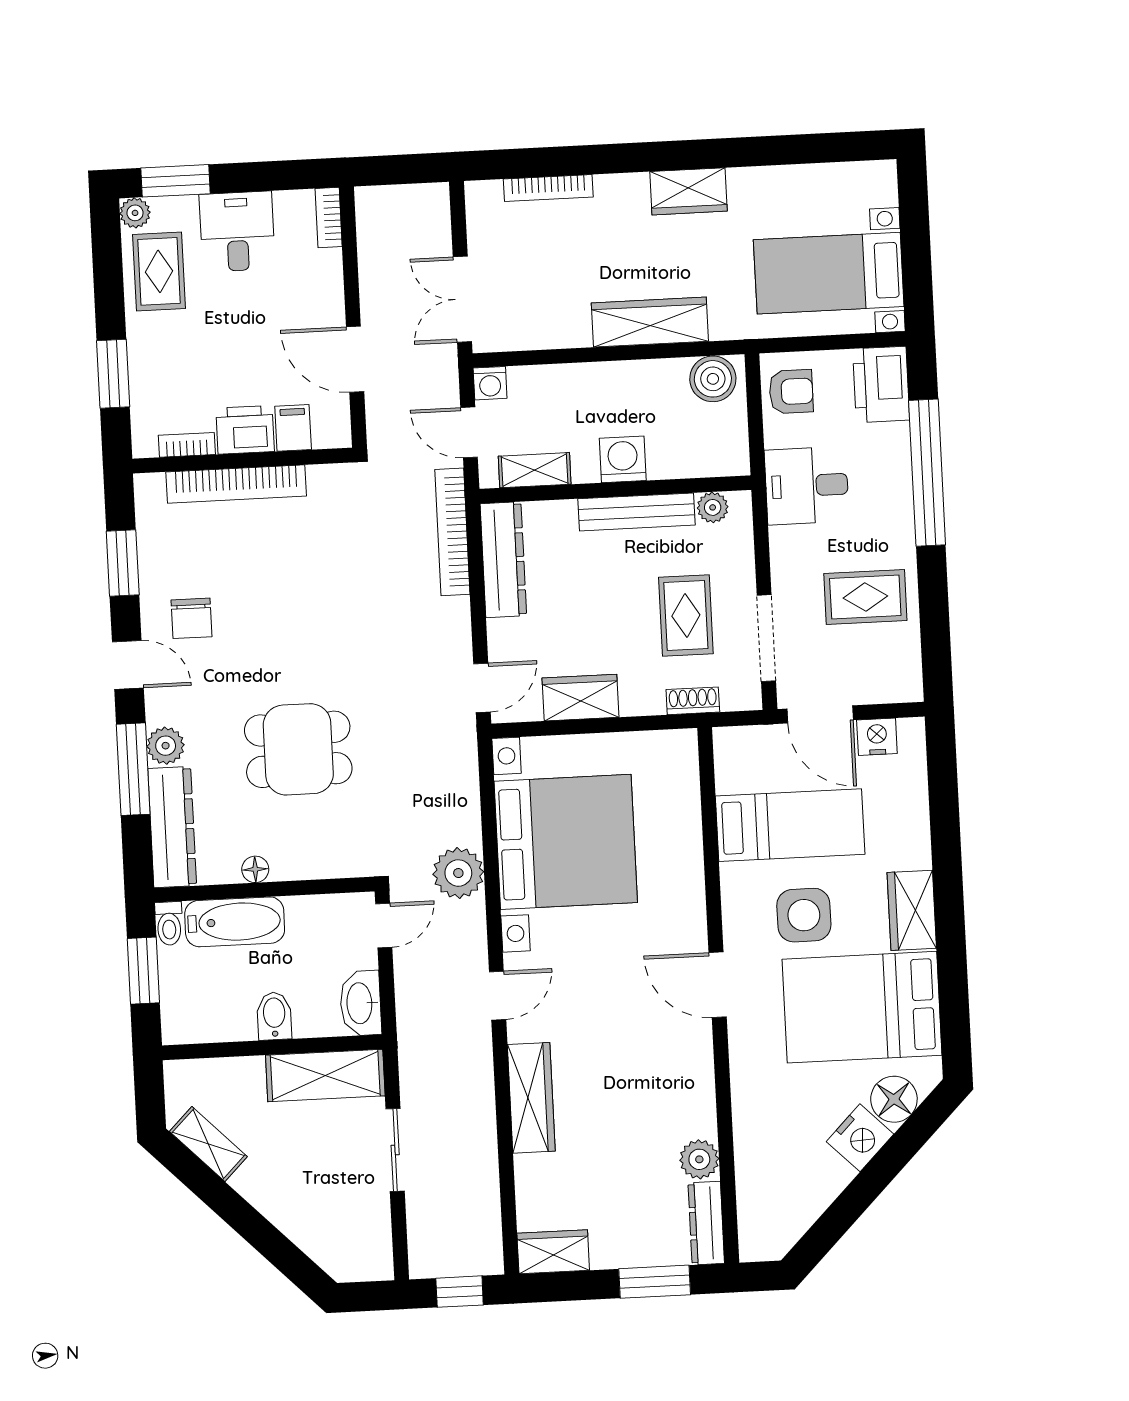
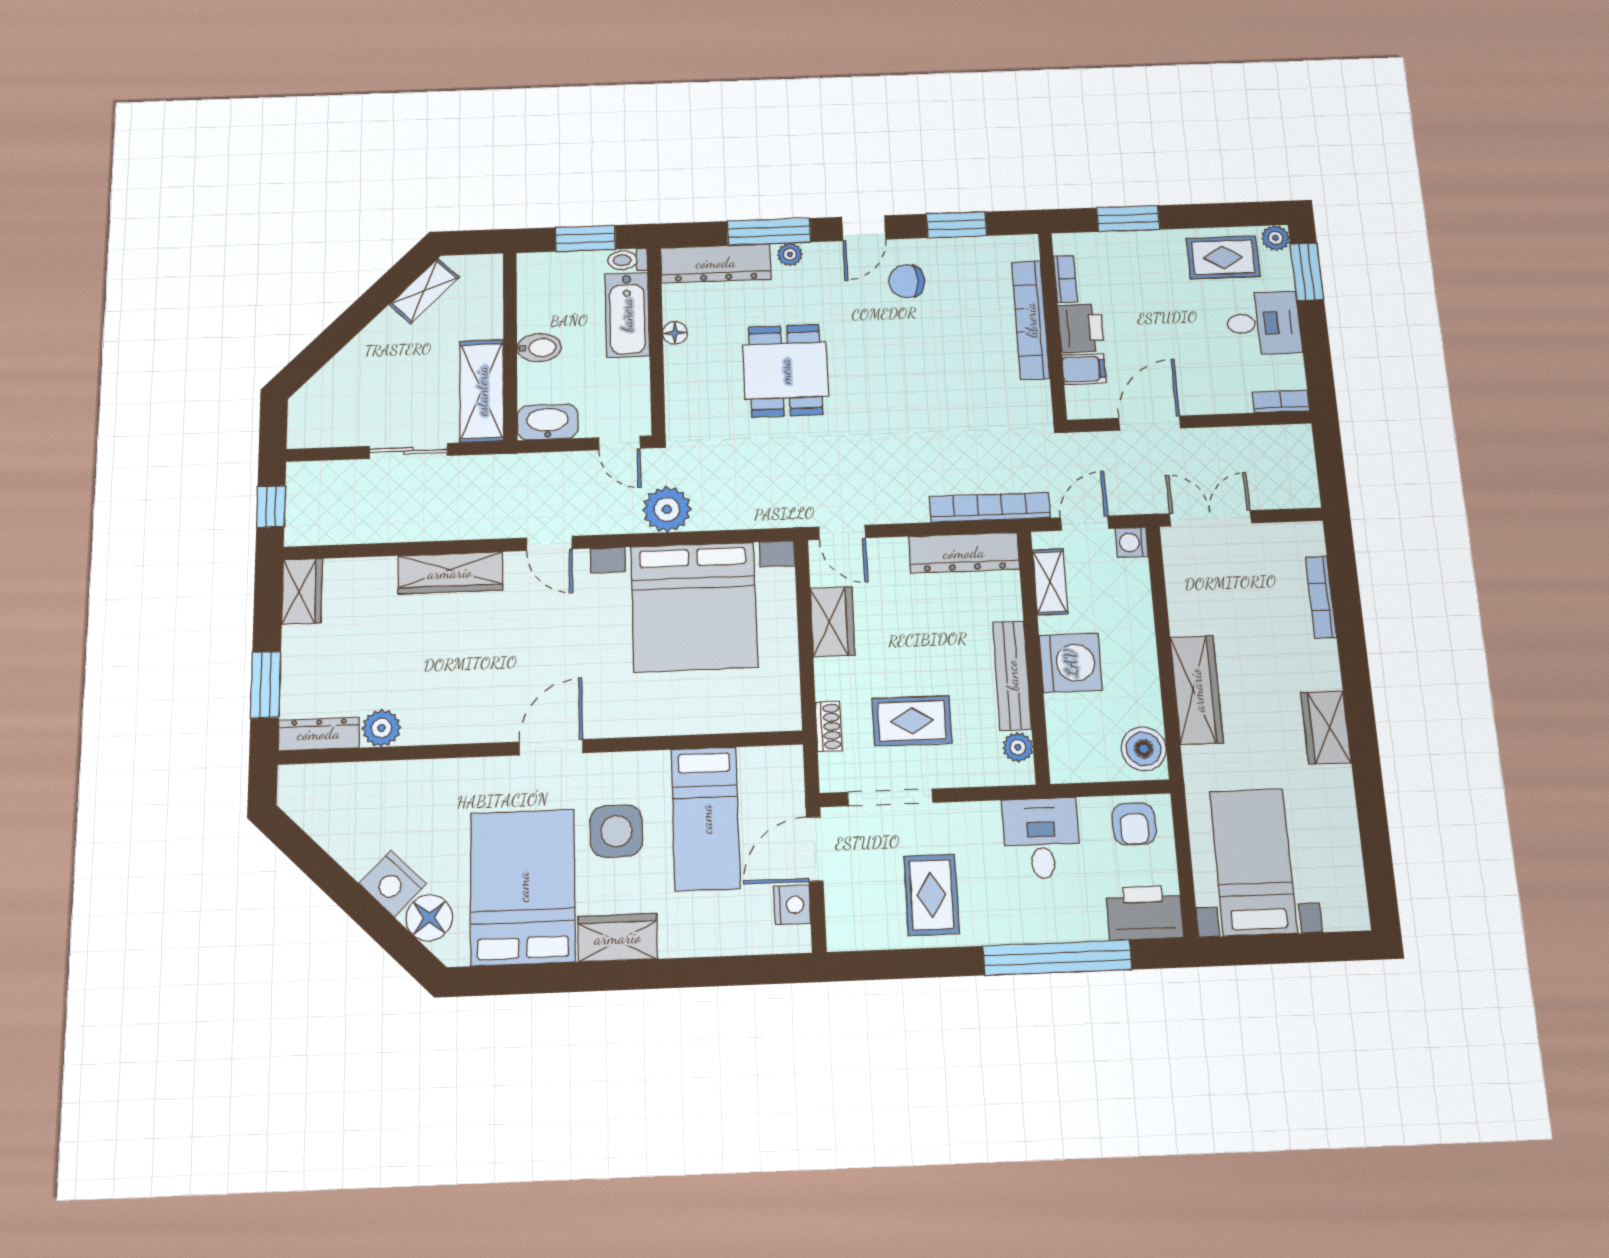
washing machine: (623, 459) -> (1071, 663), width x1.37, depth x1.37
plant: (166, 746) -> (790, 254), width x0.73, depth x0.73

